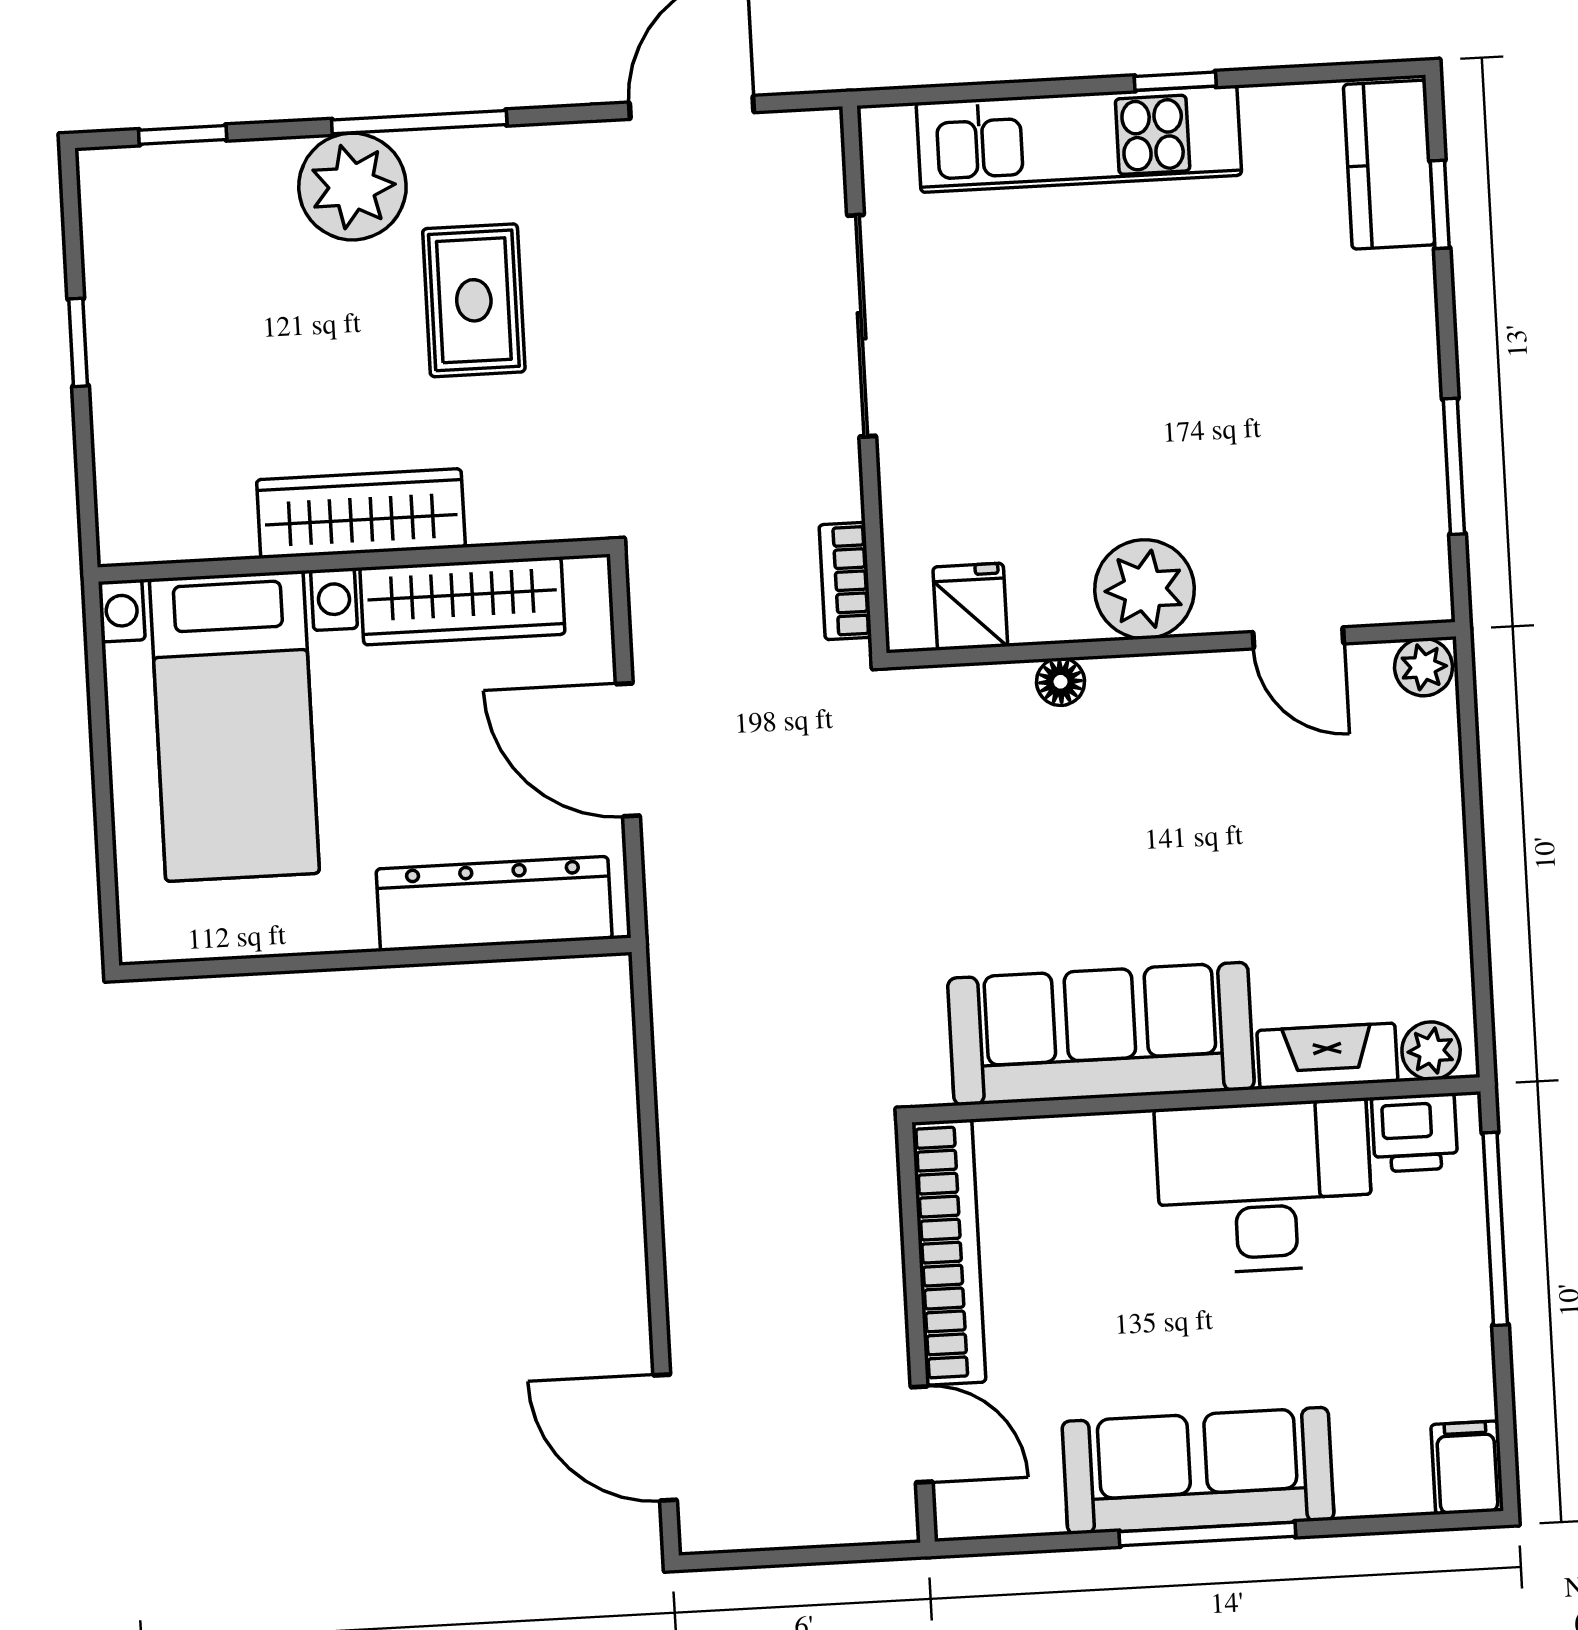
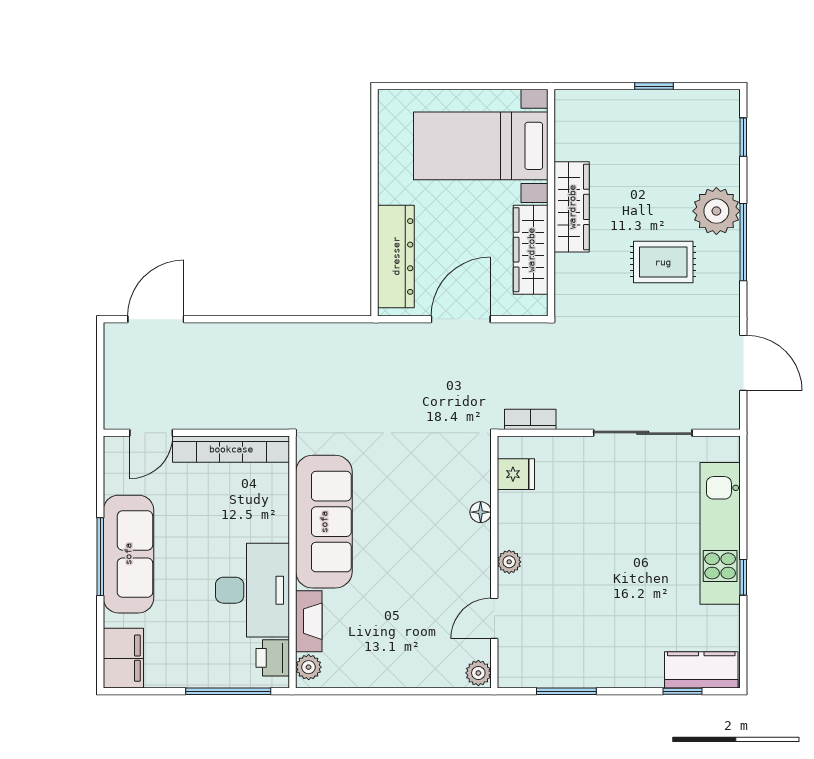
plant: (1145, 589) -> (509, 562), width x0.53, depth x0.53
filing cabinet: (1467, 1468) -> (123, 658), width x2.00

